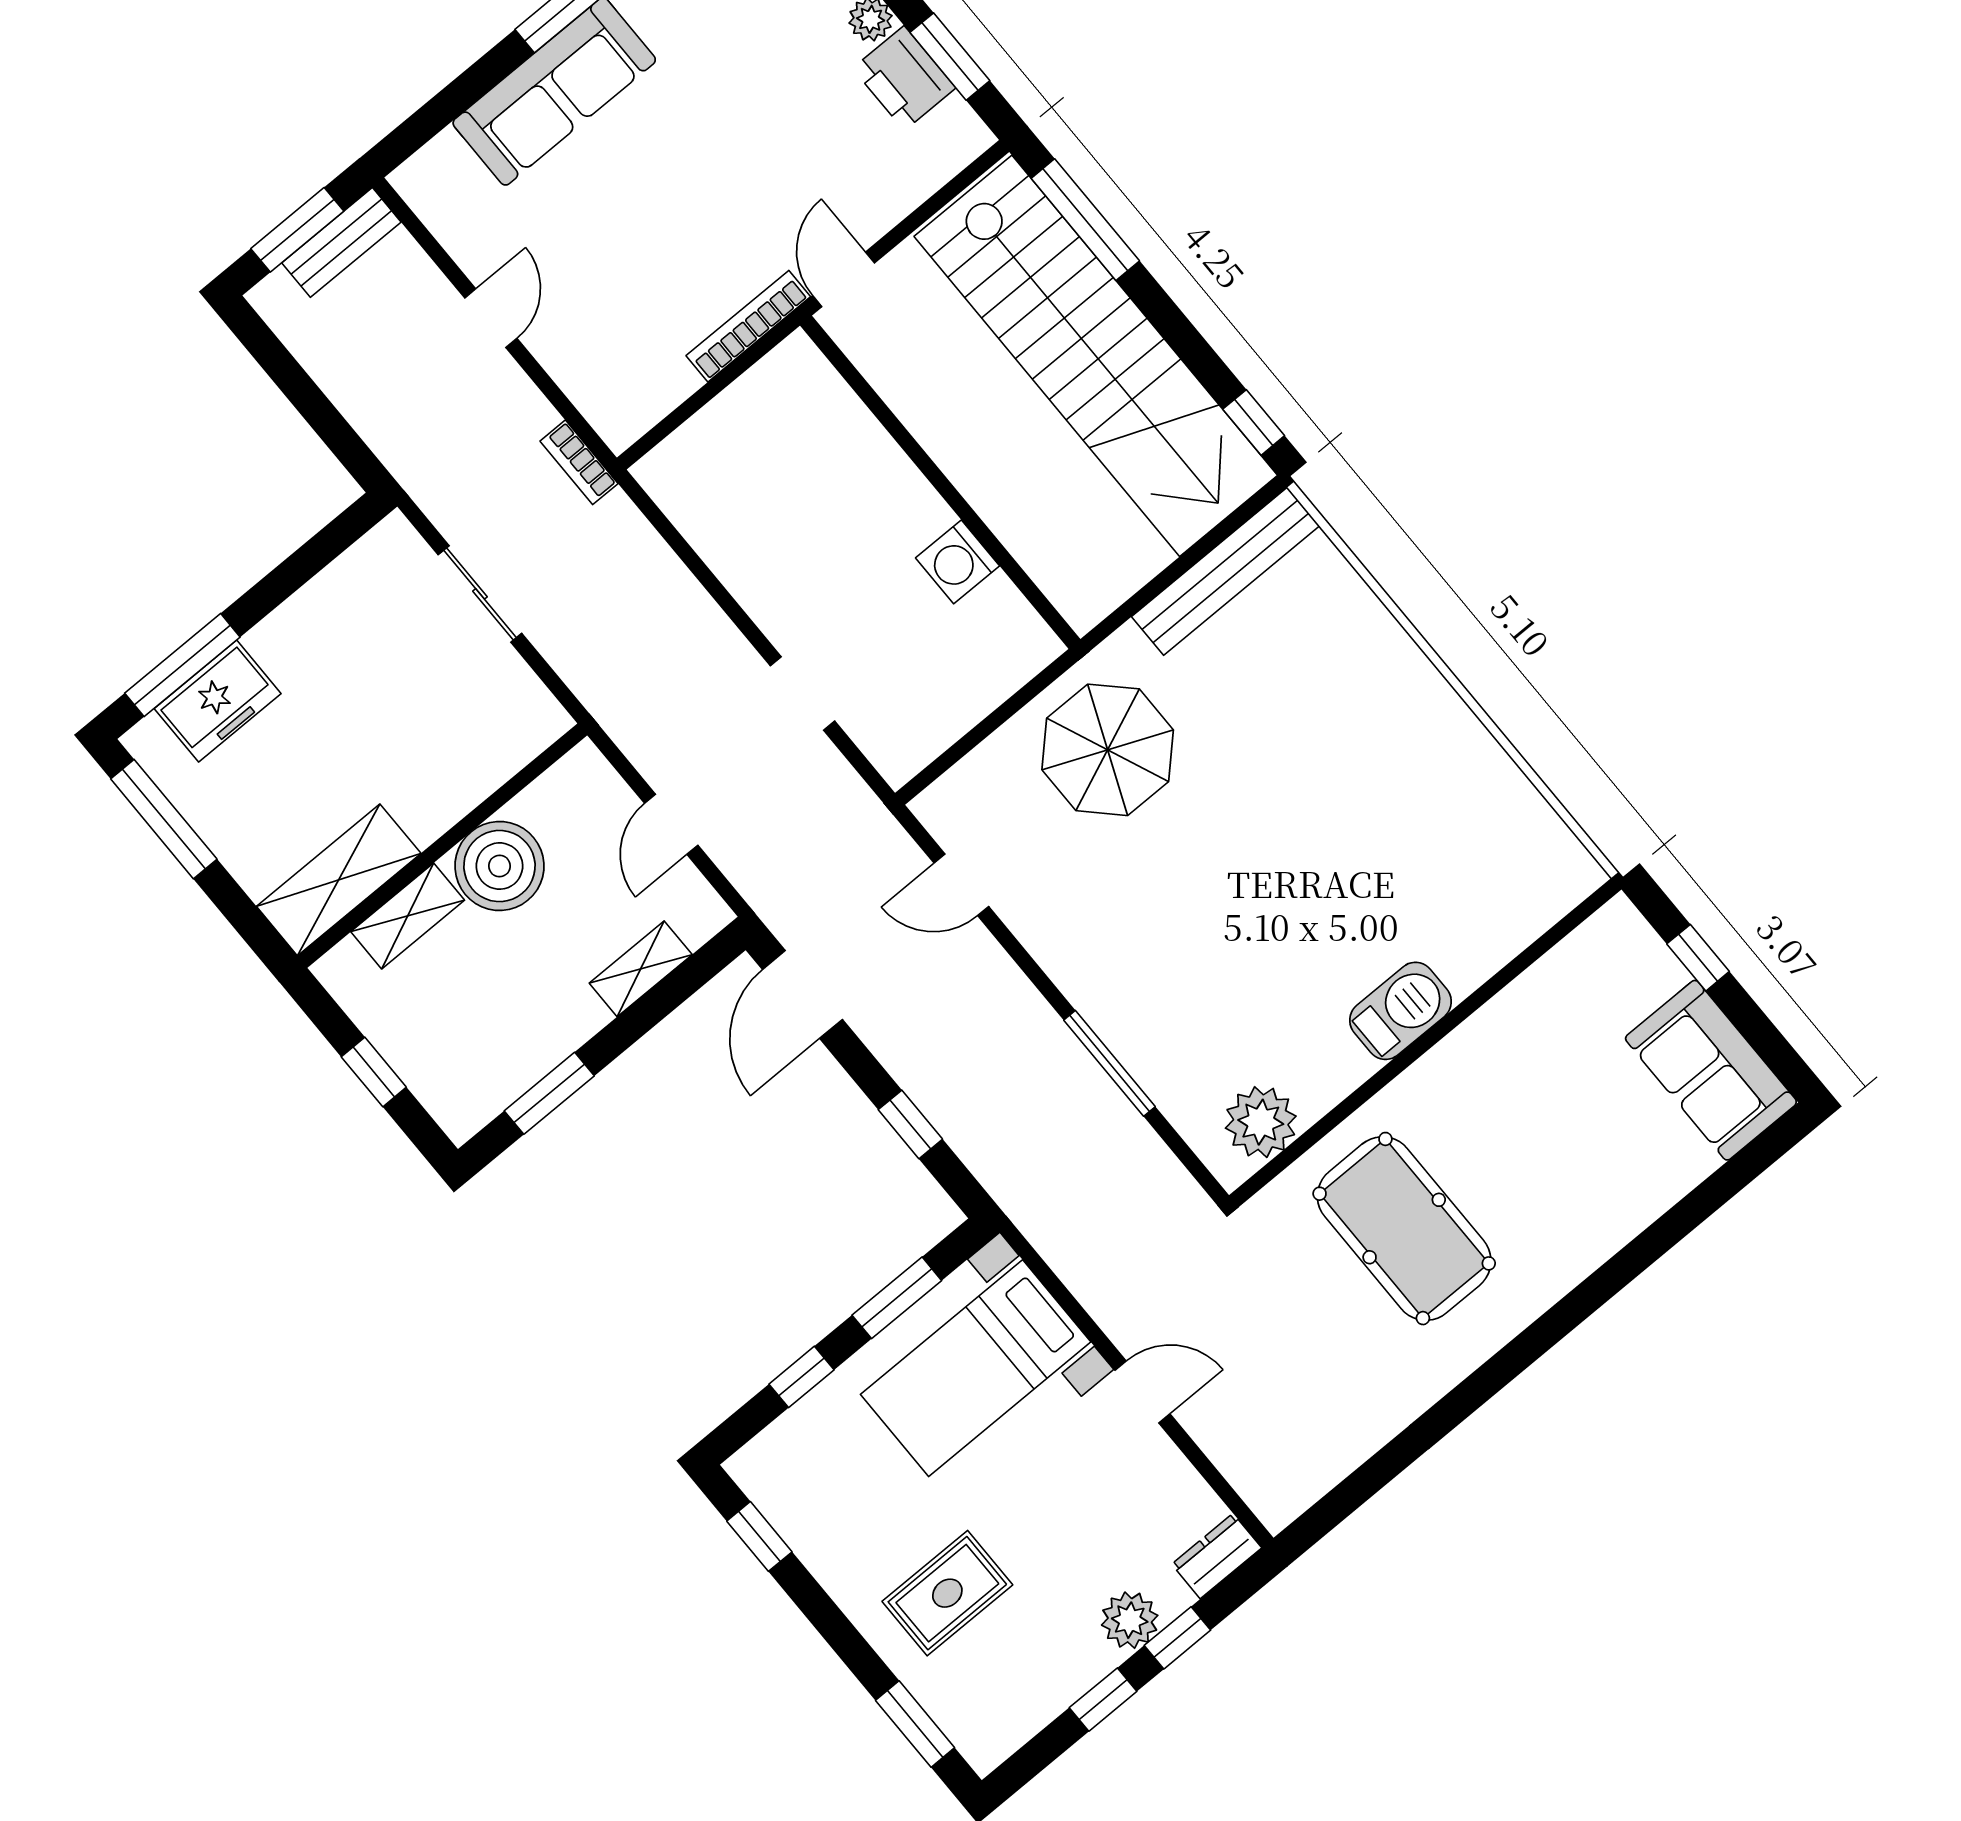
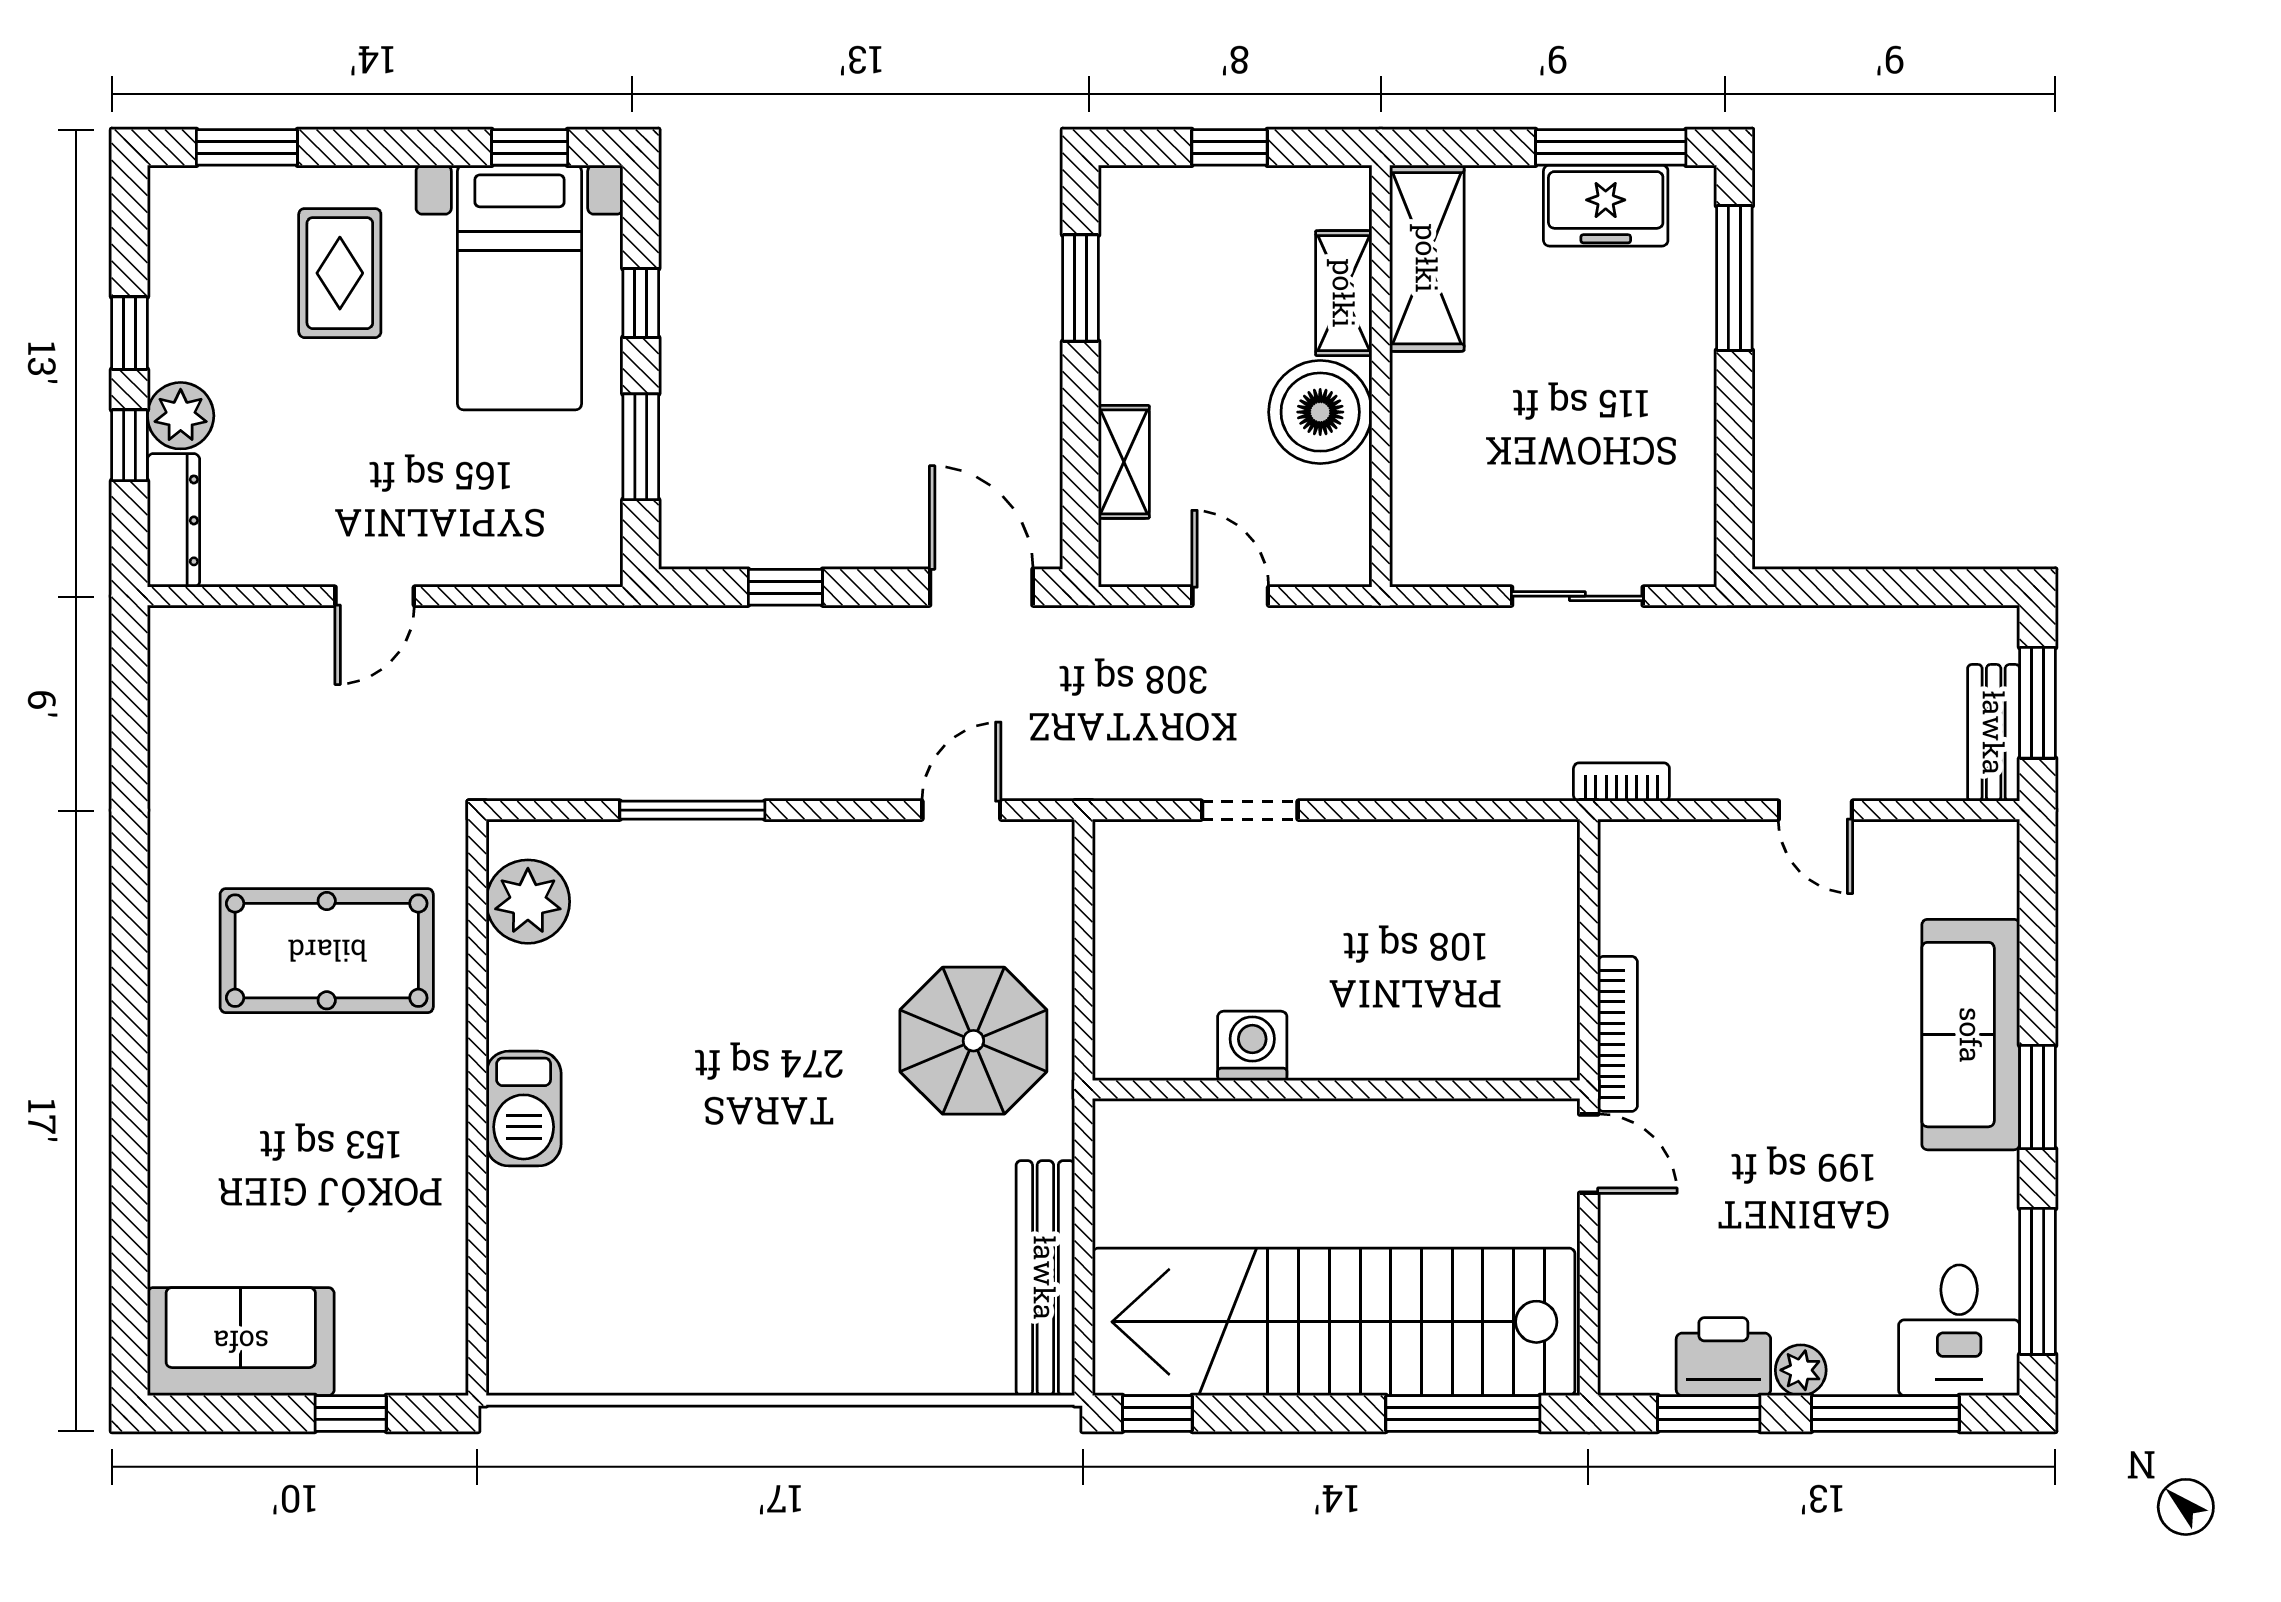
freezer: (218, 701) -> (1606, 206), moved, turned -90
bed with nightstands: (976, 1368) -> (520, 287), moved, turned 180
dresser: (1217, 1556) -> (173, 520), width x1.44

